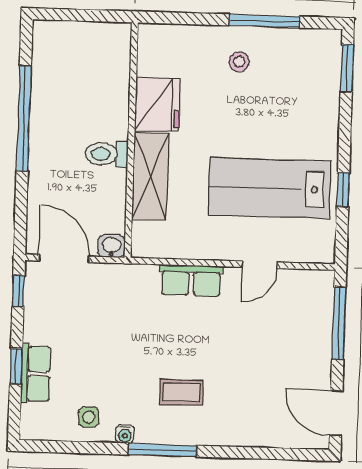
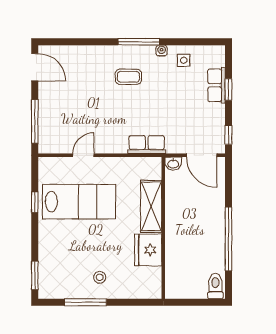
toilet: (107, 154) -> (215, 286), moved, turned -90
row of seats: (191, 280) -> (147, 145), moved

